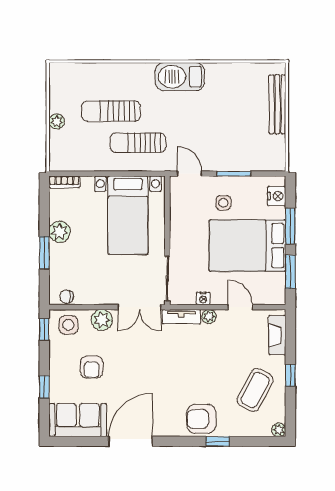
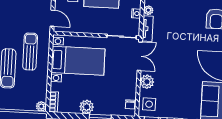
plant: (57, 122) -> (41, 106), moved
sun lounger: (138, 143) -> (30, 52), turned 180
door: (190, 174) -> (52, 18), swing flipped
armchair: (92, 367) -> (178, 90), removed

